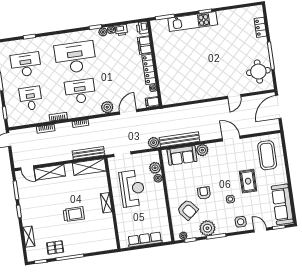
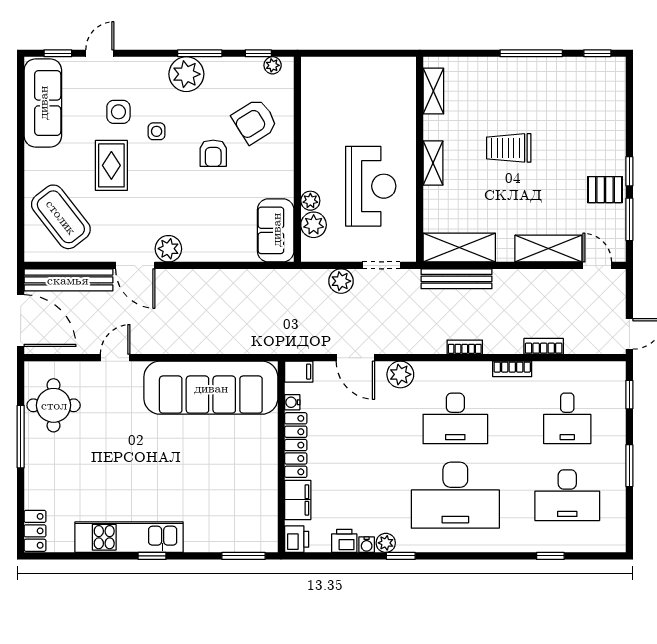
kitchen unit: (193, 22) -> (129, 537), moved
locker: (260, 27) -> (35, 531), moved
sofa: (190, 89) -> (211, 388), added
door: (278, 107) -> (21, 321), hinge flipped
door: (128, 112) -> (355, 358), hinge flipped
bench: (179, 139) -> (68, 280), moved
plant: (154, 143) -> (341, 281), moved
plant: (202, 150) -> (168, 249), moved
sofa: (182, 155) -> (276, 230), moved, turned -90
coffee table: (267, 155) -> (61, 217), turned -38
reception desk: (132, 188) -> (371, 186), turned 180
armchair: (188, 210) -> (255, 121), turned -83
side table: (241, 222) -> (118, 112), moved
plant: (207, 228) -> (186, 74), moved
door: (260, 230) -> (100, 53), swing flipped
shelving: (29, 237) -> (433, 91), moved
row of seats: (145, 240) -> (359, 69), removed
pallet: (55, 247) -> (605, 190), moved

